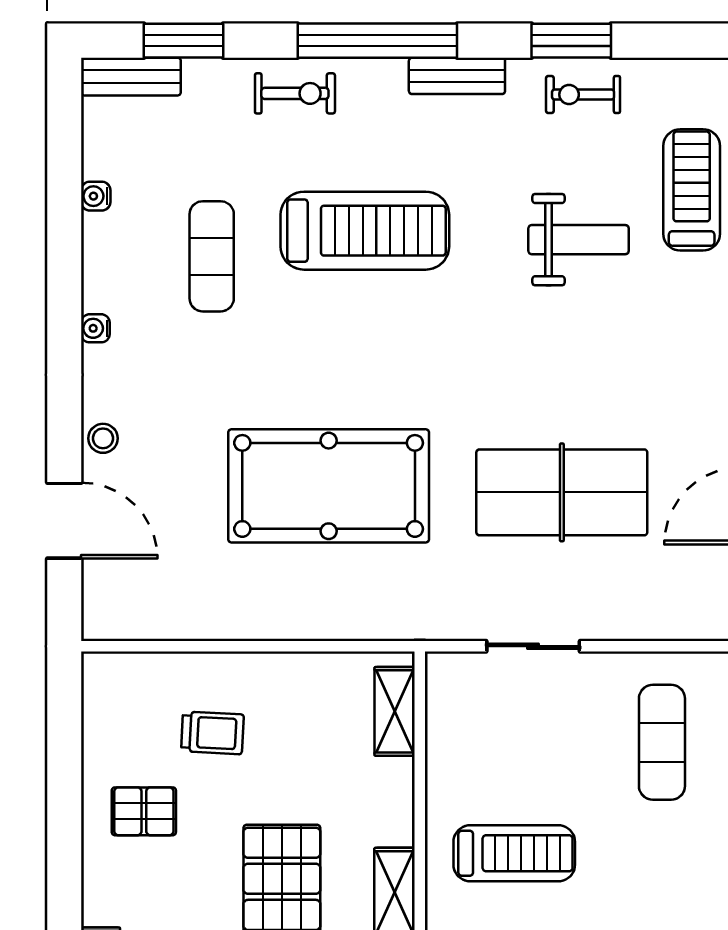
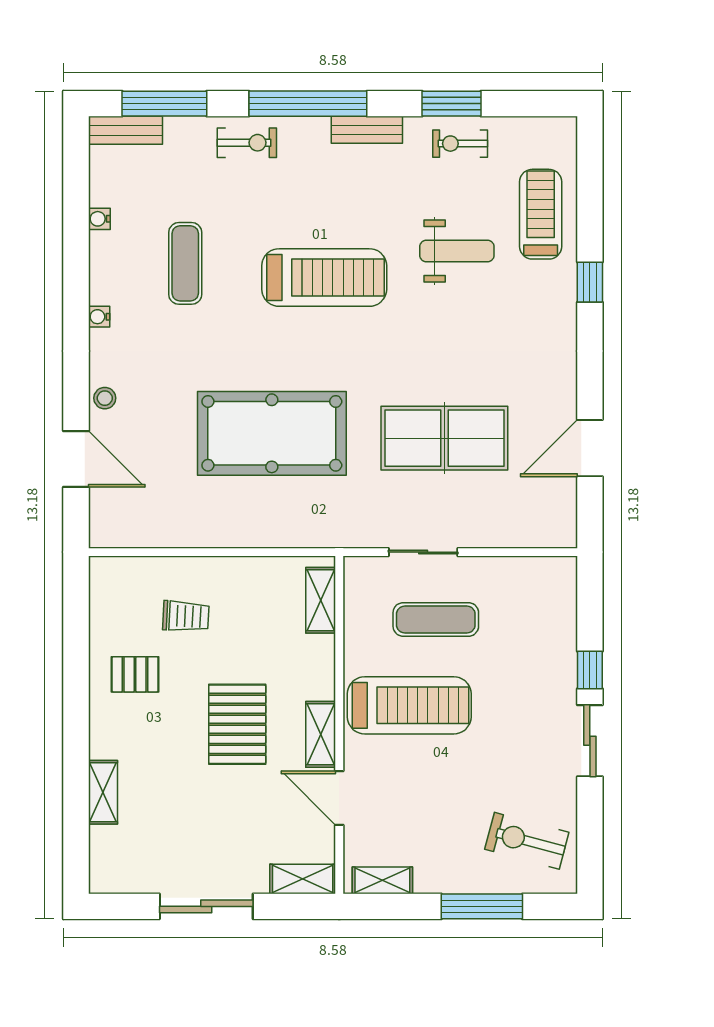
window: (184, 41) -> (164, 104), width x1.44
treadmill: (365, 231) -> (324, 278), moved
exercise mat: (662, 742) -> (436, 619), moved, turned 90
treadmill: (514, 853) -> (409, 705), width x1.37, depth x1.38

